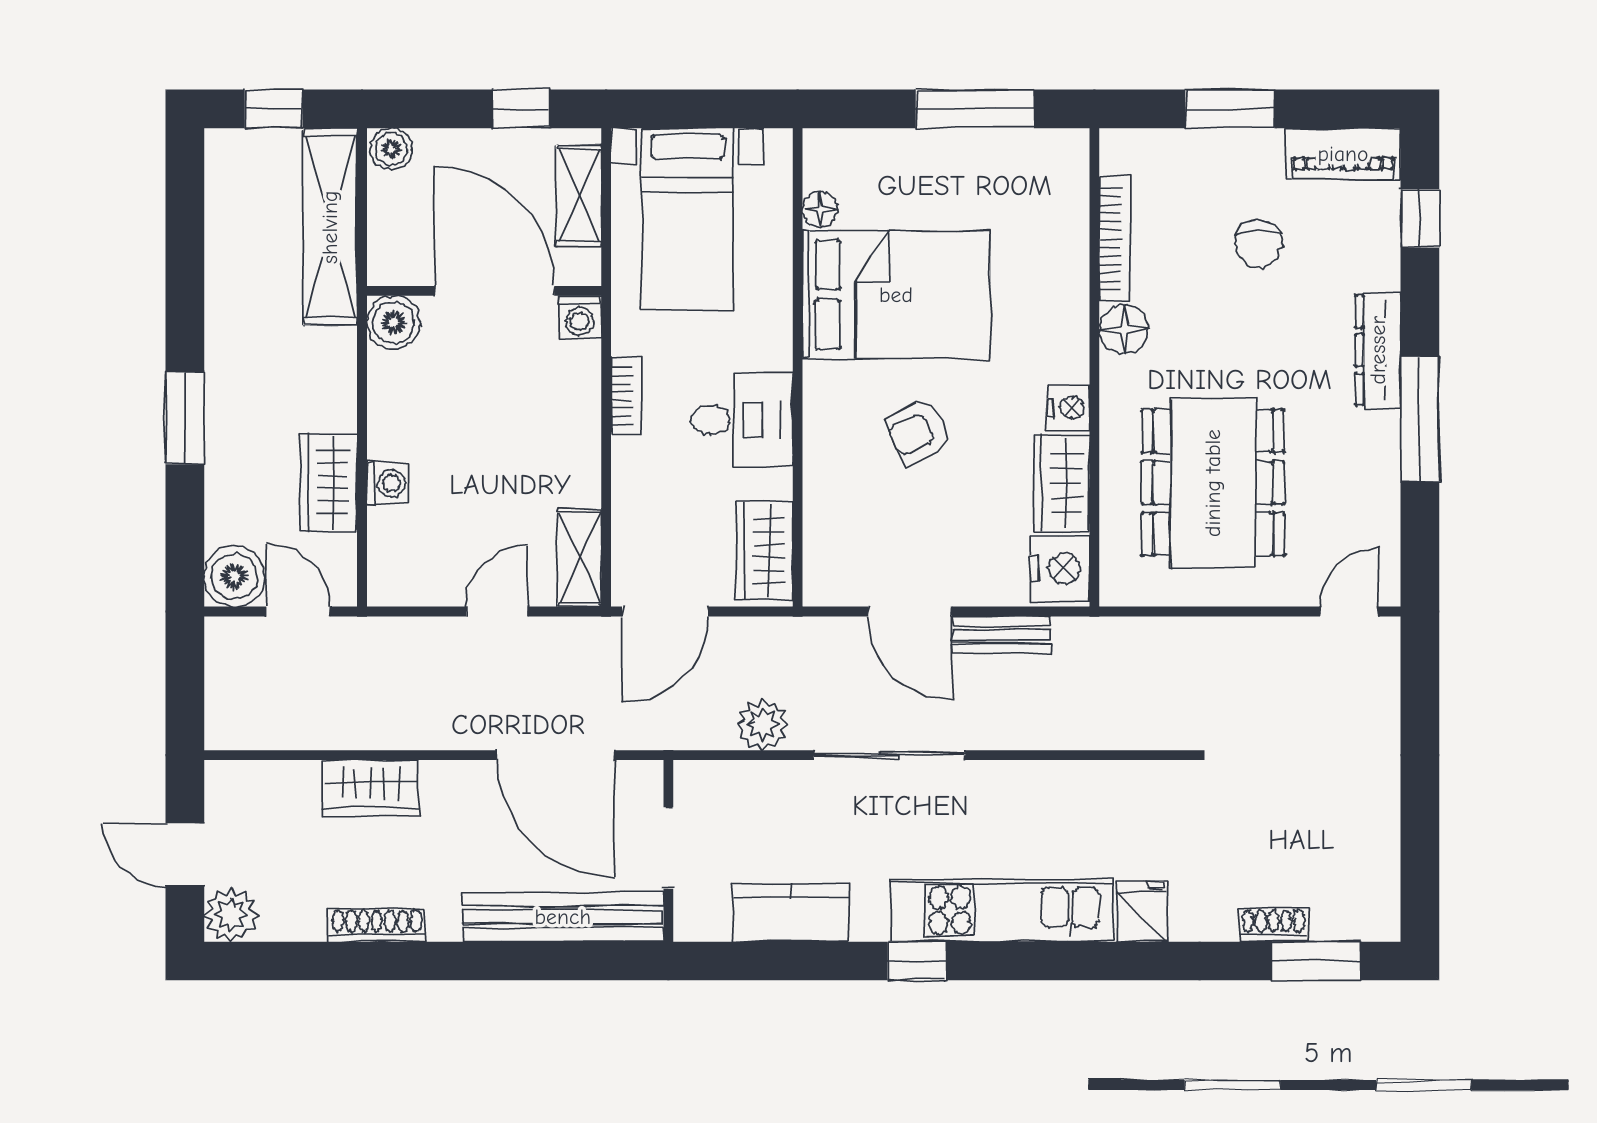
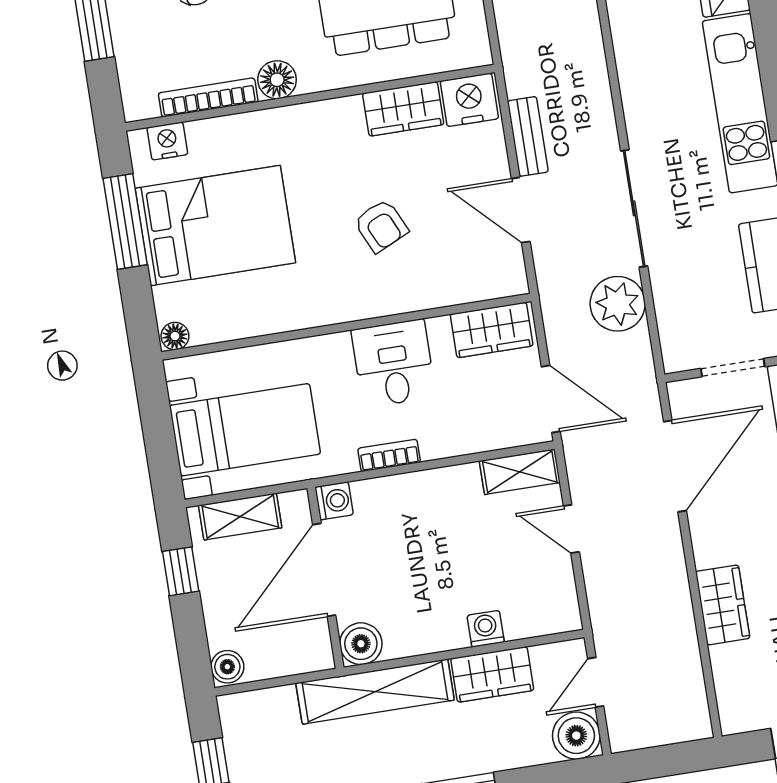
floor lamp: (820, 210) -> (175, 336), moved
shelving: (330, 227) -> (375, 692), moved
bed: (896, 295) -> (215, 226), moved, turned 90
nightstand: (1068, 408) -> (167, 141), moved
door: (910, 612) -> (521, 210), swing flipped
plant: (763, 725) -> (618, 304), width x1.36, depth x1.36

